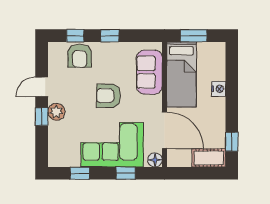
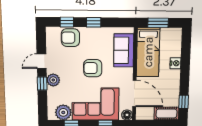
armchair: (80, 56) -> (70, 38), turned 90
plant: (69, 156) -> (63, 112), added

